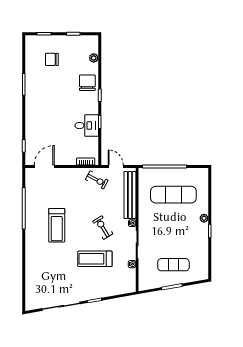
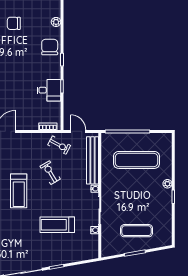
exercise bike: (103, 228) -> (50, 173), moved

